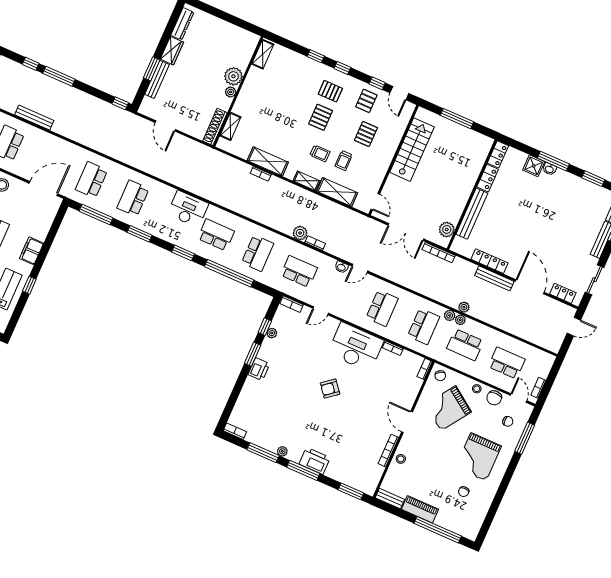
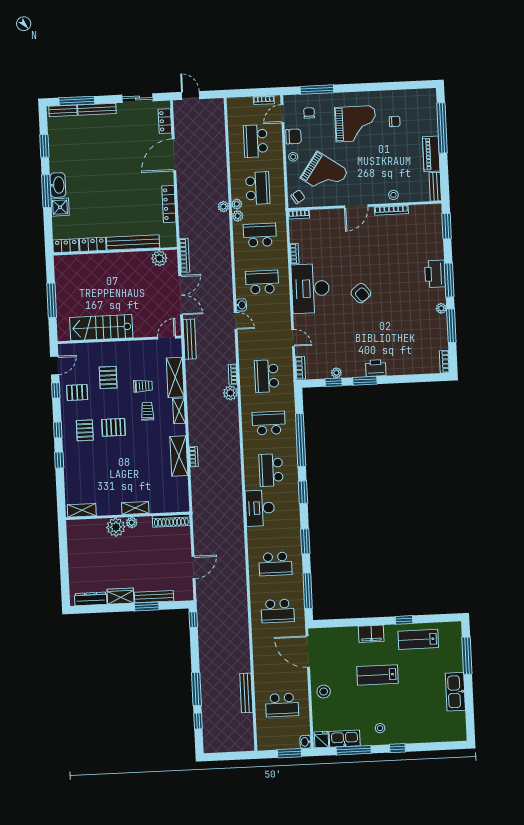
shelving: (230, 126) -> (135, 508), moved
pallet: (366, 134) -> (108, 378), turned 90
washbasin: (549, 169) -> (58, 185), width x1.91, depth x1.45
washbasin: (341, 267) -> (241, 305), moved
bench: (494, 278) -> (190, 339), moved

